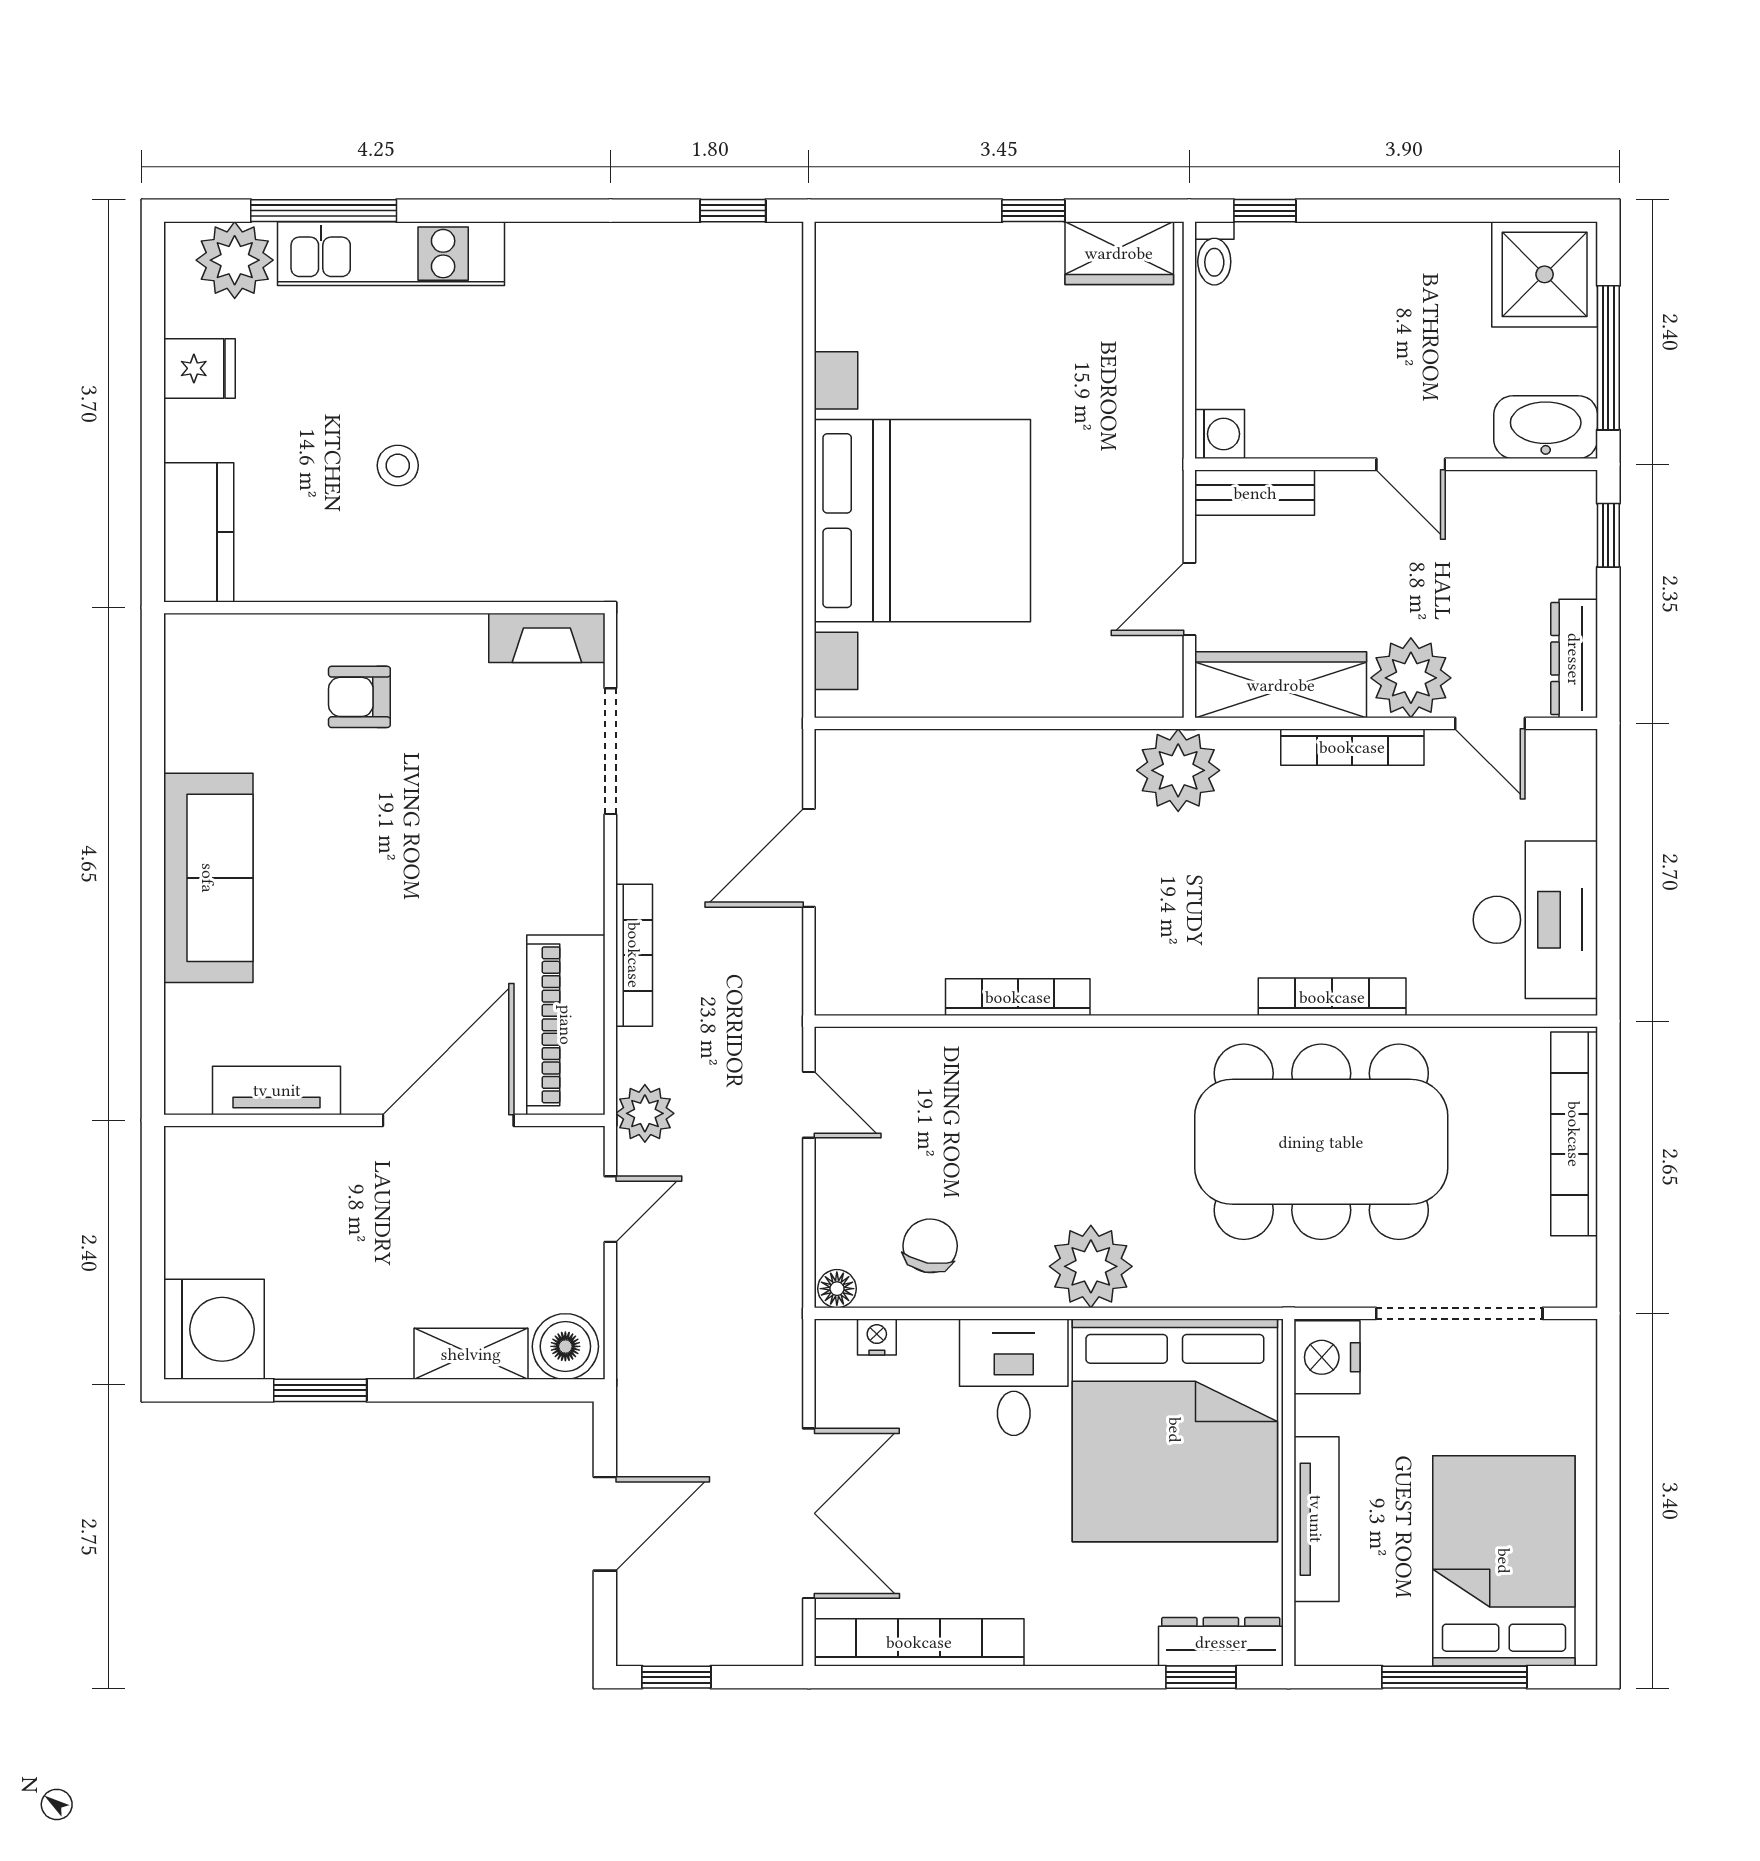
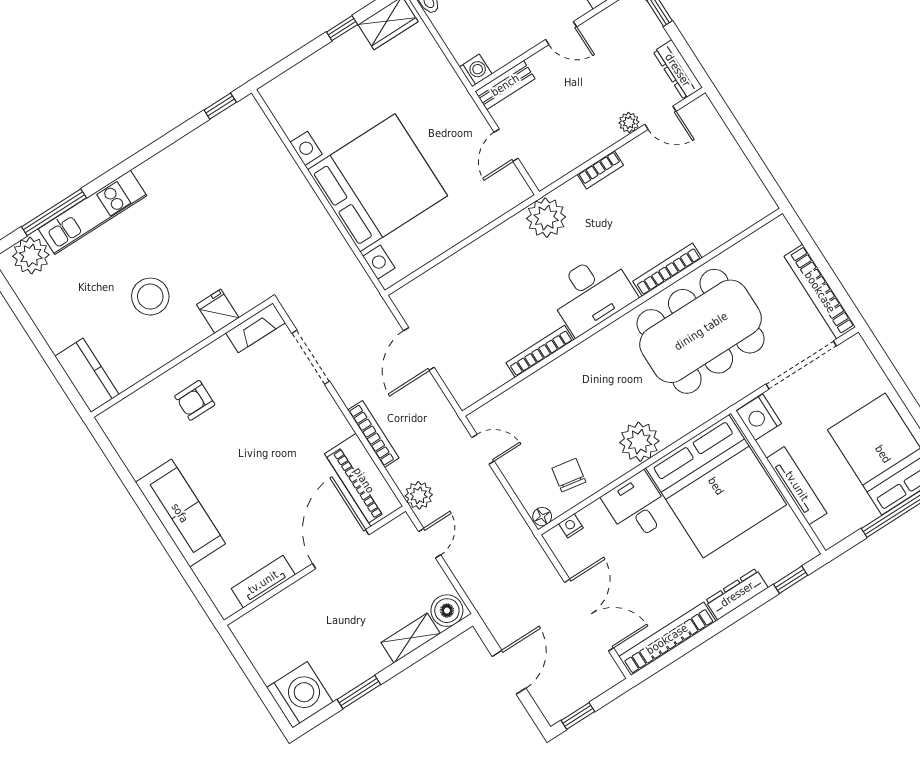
fridge: (200, 368) -> (218, 311), moved, turned -90
stool: (398, 465) -> (150, 297), width x1.89, depth x1.89
plant: (1411, 678) -> (629, 122), width x0.53, depth x0.53
wardrobe: (1281, 685) -> (565, 156), removed
bookcase: (1352, 747) -> (600, 170), width x0.64
desk: (1535, 920) -> (592, 293), moved, turned 90
bookcase: (1574, 1134) -> (820, 292), moved
dresser: (1221, 1642) -> (737, 594), moved

